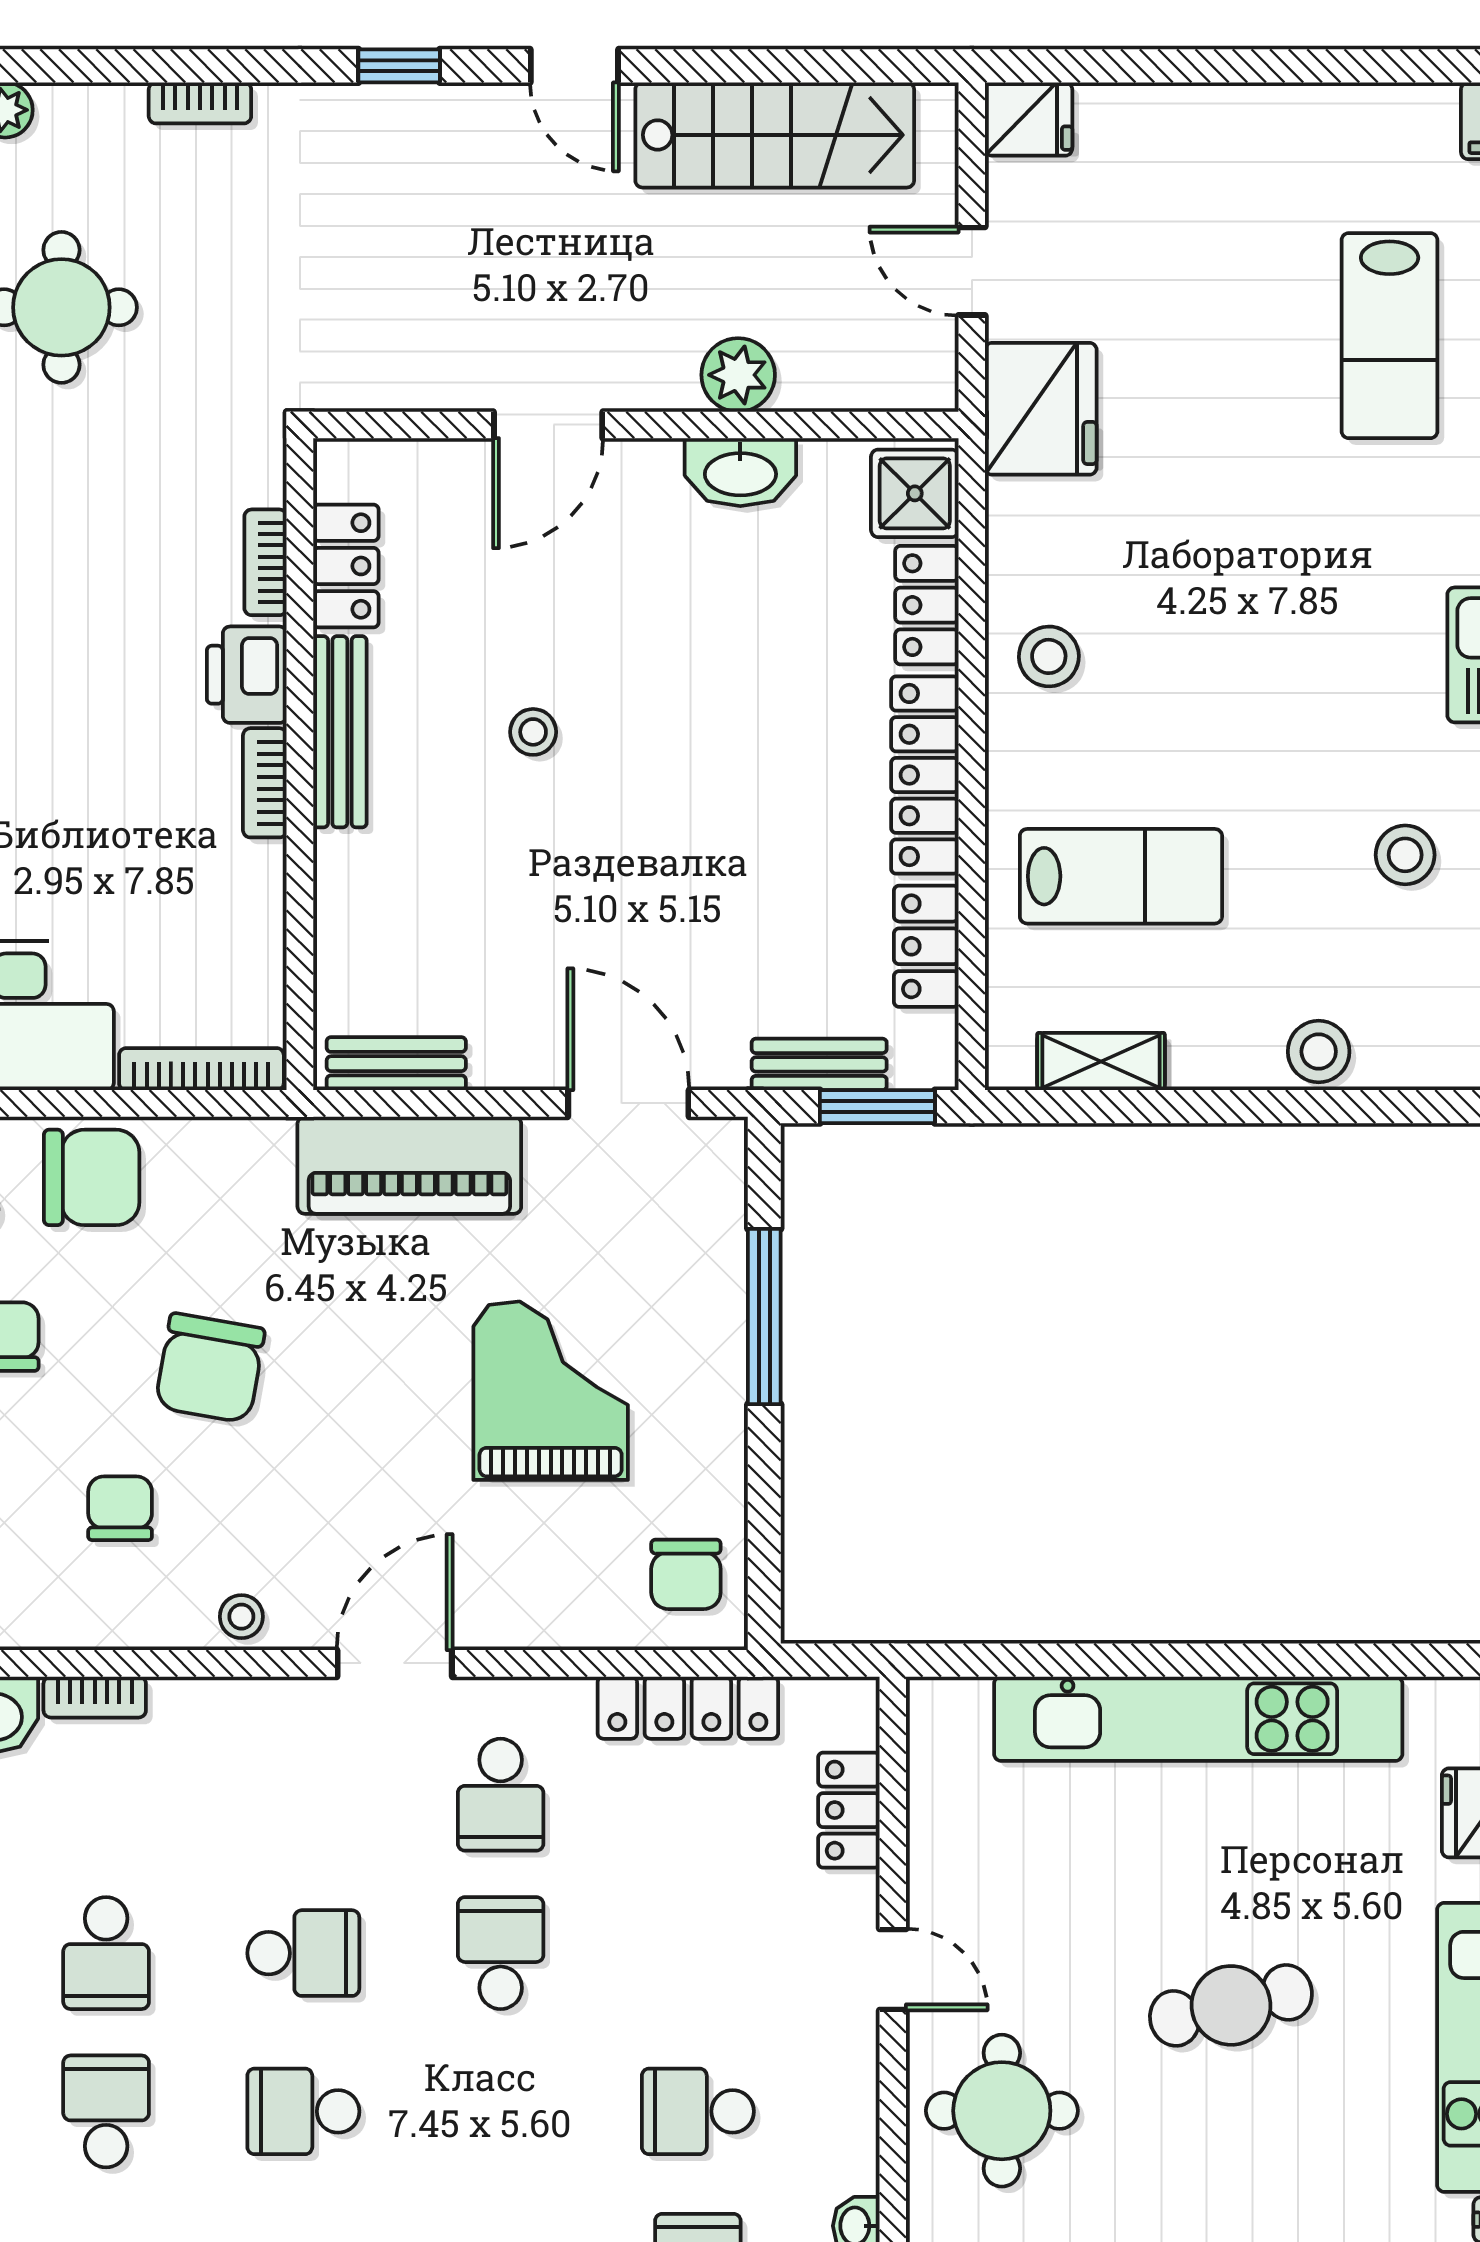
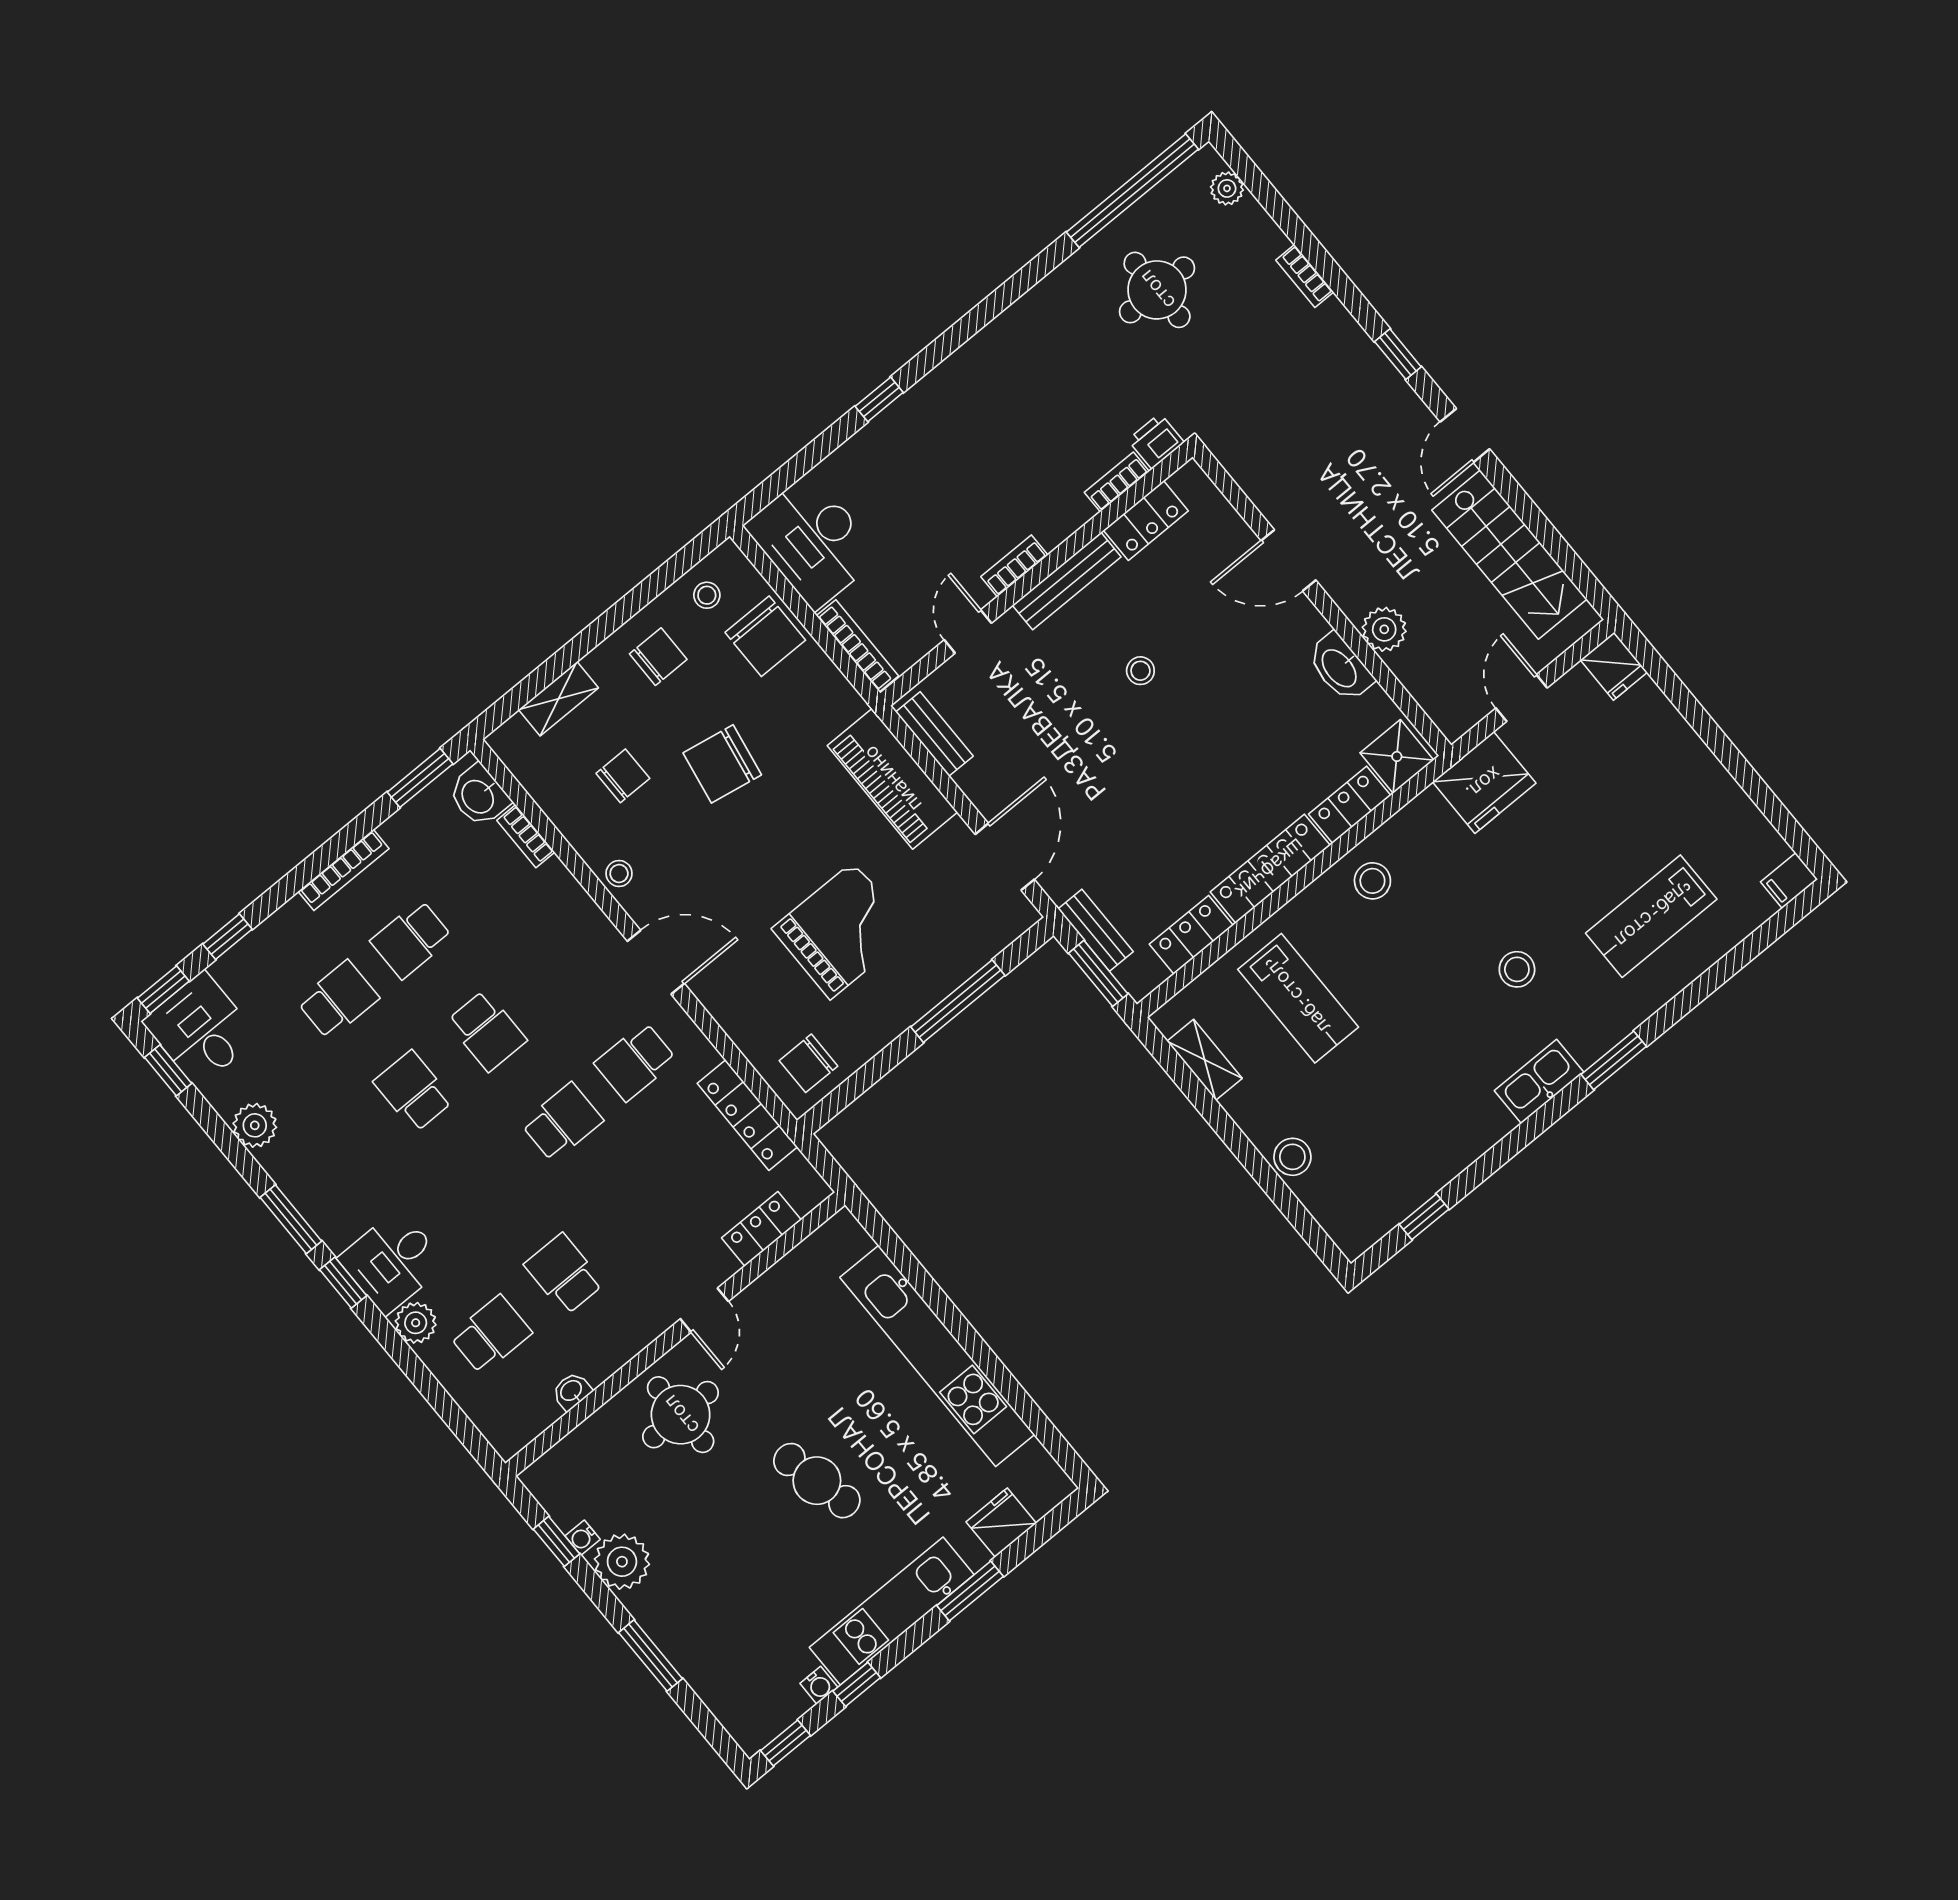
printer: (247, 675) -> (1156, 441), moved, width x0.73, depth x0.81
stool: (1405, 855) -> (1517, 969), moved
door: (300, 912) -> (968, 631), added

